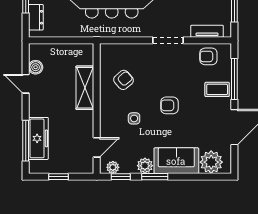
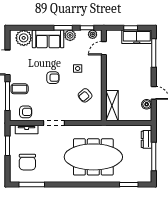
shelving: (85, 88) -> (112, 106), moved
freezer: (38, 138) -> (137, 37), moved, turned -90

